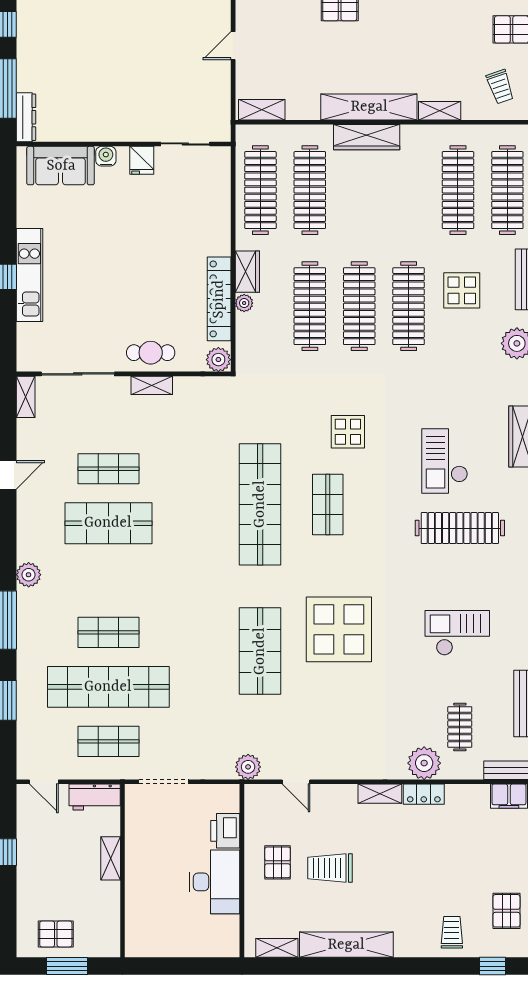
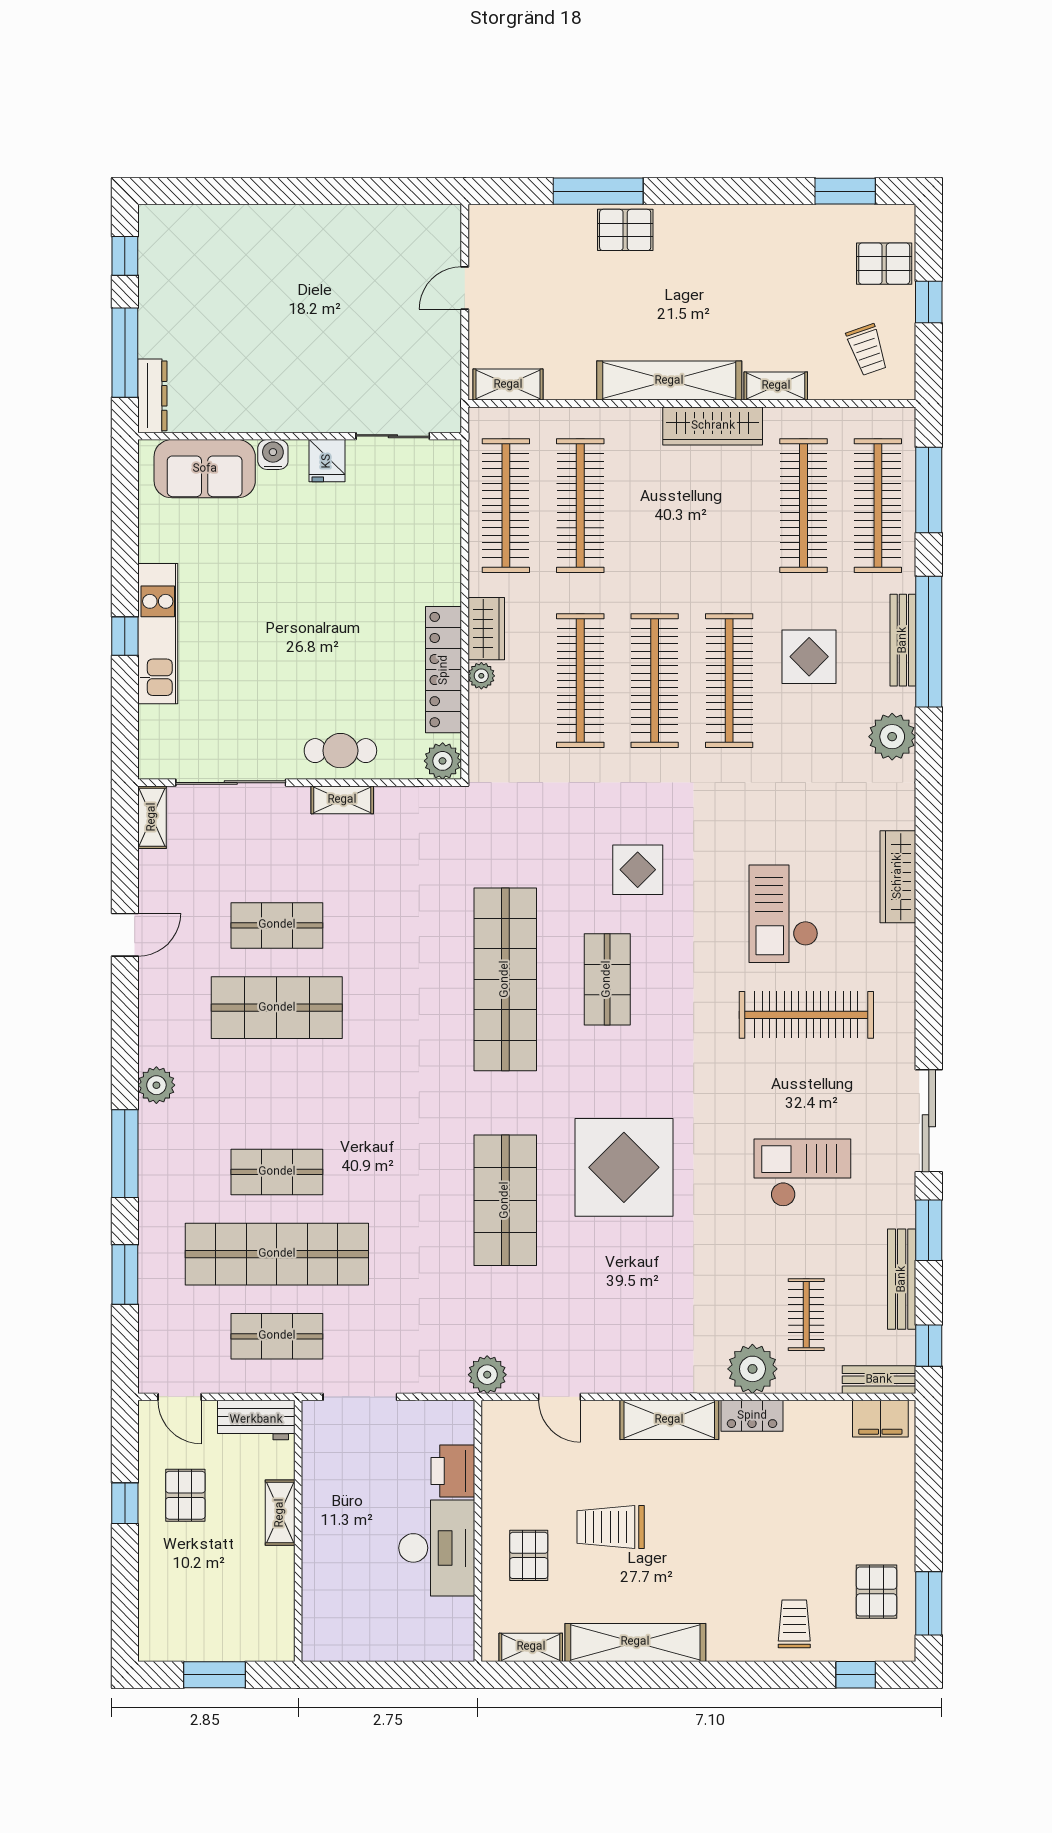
wardrobe: (367, 137) -> (713, 426), moved
shelving: (380, 794) -> (669, 1420), width x1.50, depth x1.33
pallet: (278, 862) -> (529, 1555), moved
pallet: (56, 934) -> (185, 1495), moved, turned 90

